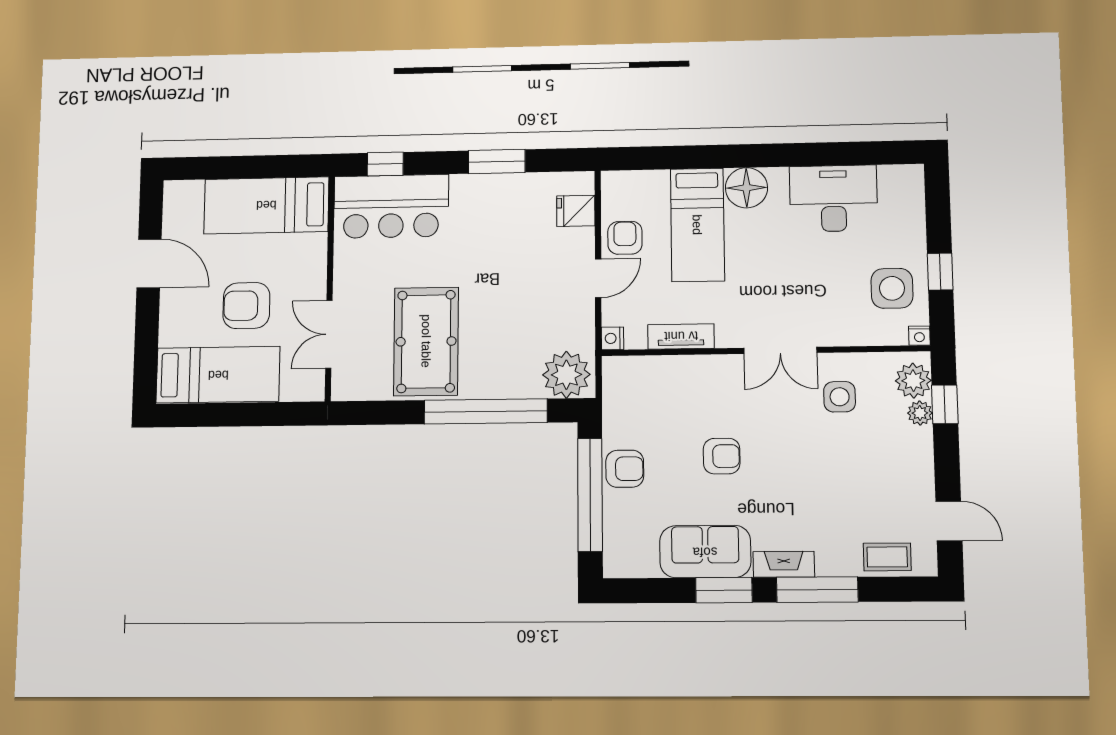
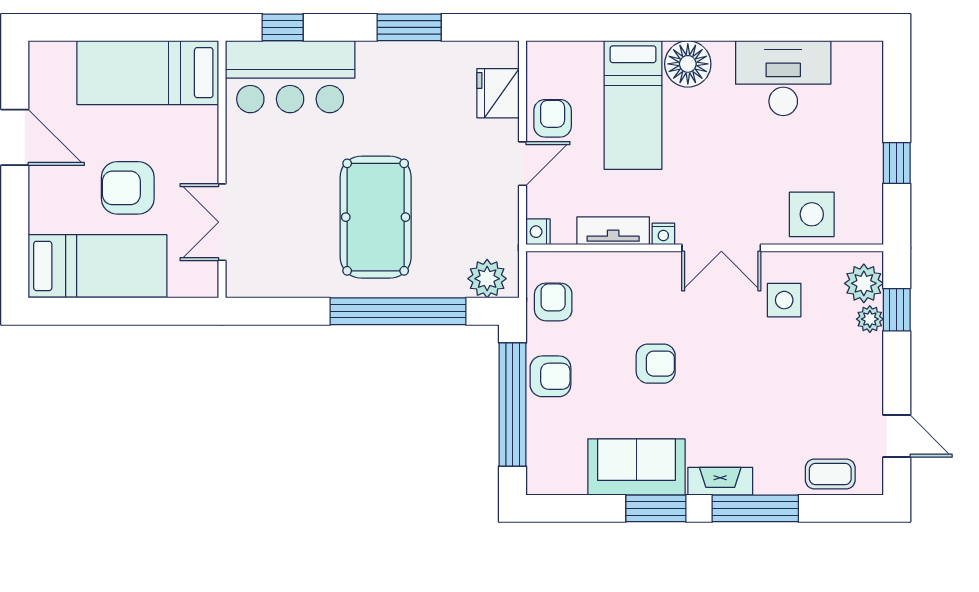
fridge: (576, 211) -> (498, 93), width x1.38
side table: (892, 288) -> (812, 214), moved
nightstand: (919, 336) -> (663, 234), moved
pool table: (426, 341) -> (376, 217), moved
plant: (566, 375) -> (487, 279), width x0.73, depth x0.73
armchair: (627, 401) -> (553, 302), added

